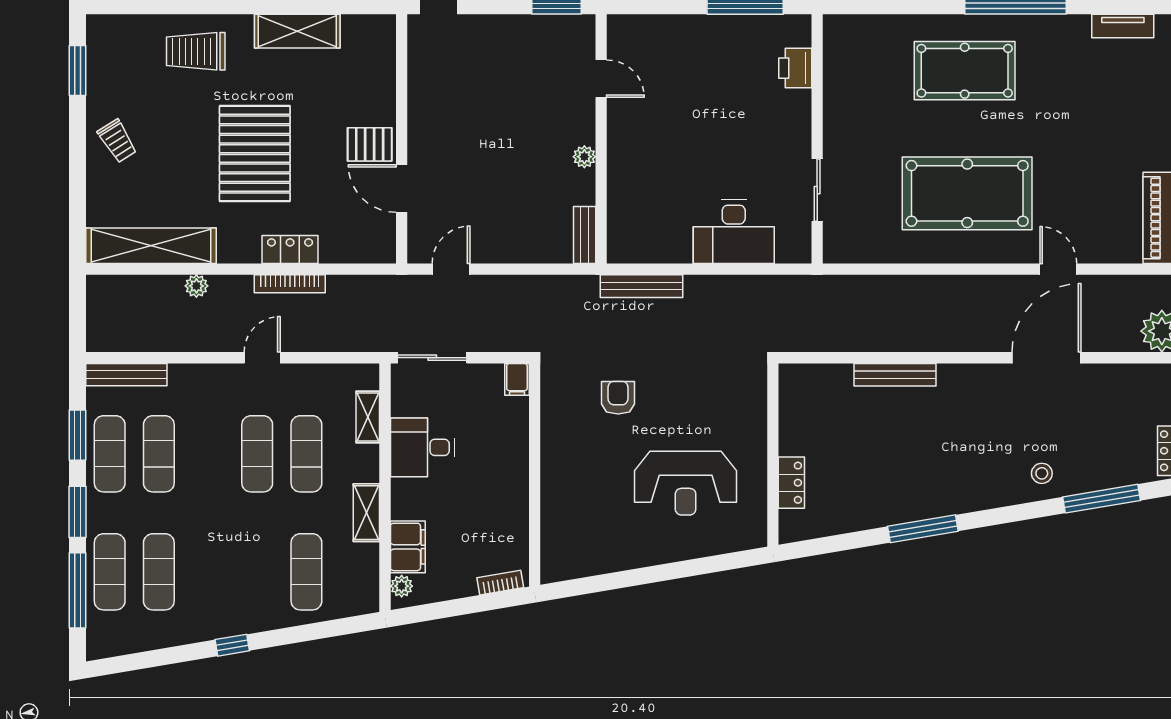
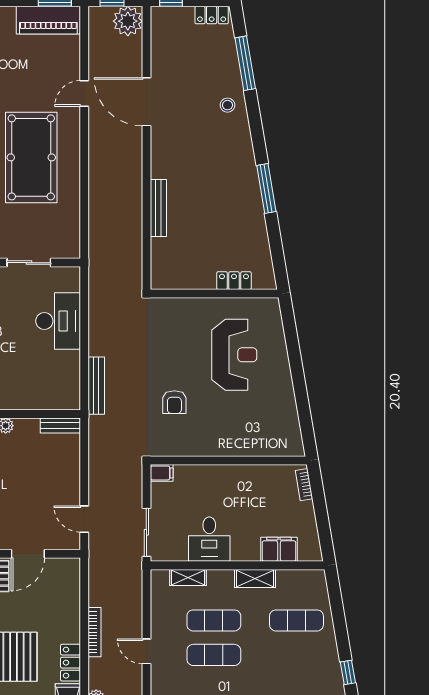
locker: (290, 249) -> (71, 663), moved
armchair: (618, 398) -> (174, 402), turned -90
plant: (402, 586) -> (306, 554), removed

